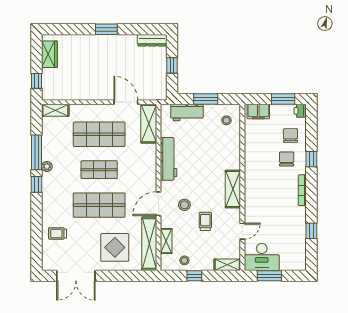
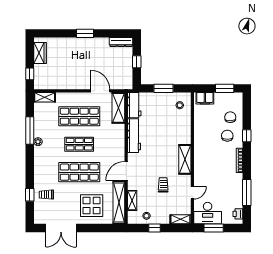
printer: (300, 111) -> (238, 214), moved
workbench: (187, 112) -> (134, 105), moved, turned -90
window: (37, 184) -> (30, 195), moved
stool: (184, 205) -> (147, 172), removed
window: (311, 231) -> (247, 192), width x2.17

